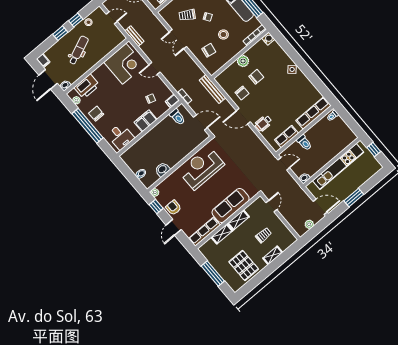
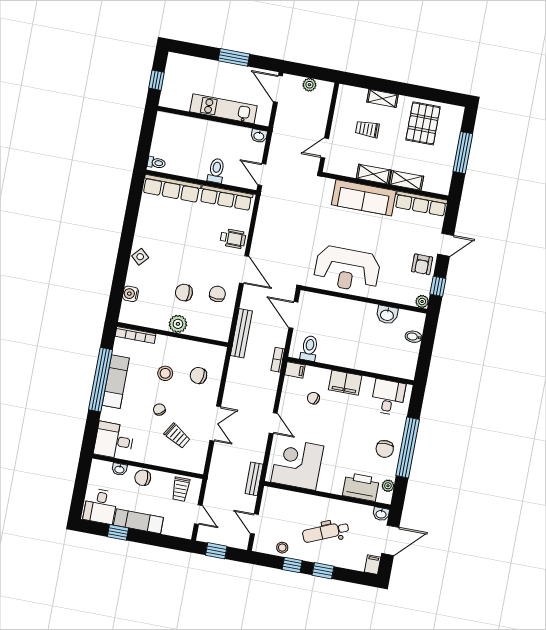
water cooler: (268, 39) -> (130, 294), moved
row of seats: (287, 137) -> (226, 198), width x1.48
kitchen unit: (338, 166) -> (223, 109), width x0.73

